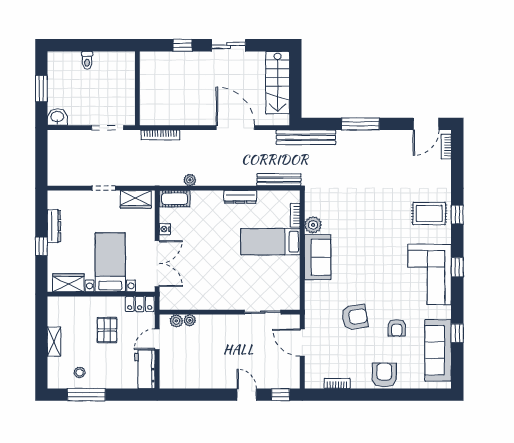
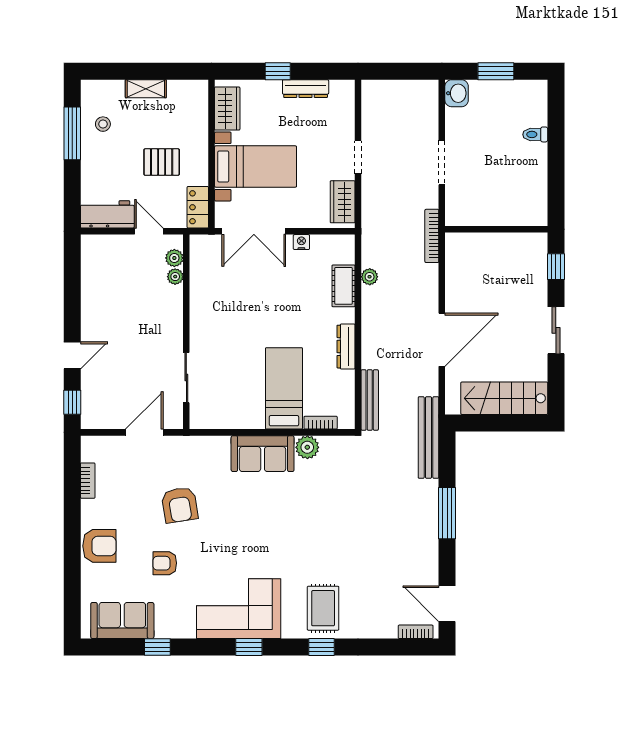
wall: (137, 88) -> (496, 229), moved
cot: (175, 199) -> (343, 286), moved
sofa: (438, 350) -> (122, 620), width x0.73

